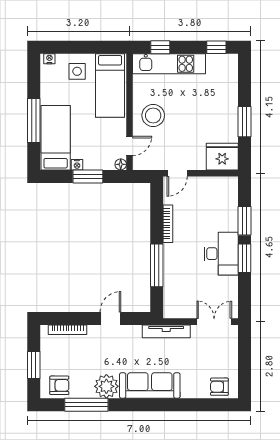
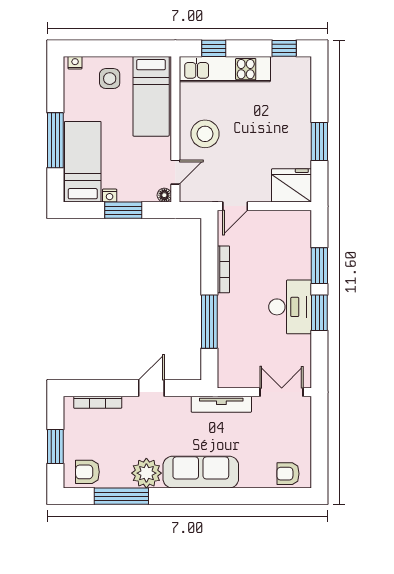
armchair: (59, 385) -> (87, 472), turned 180

